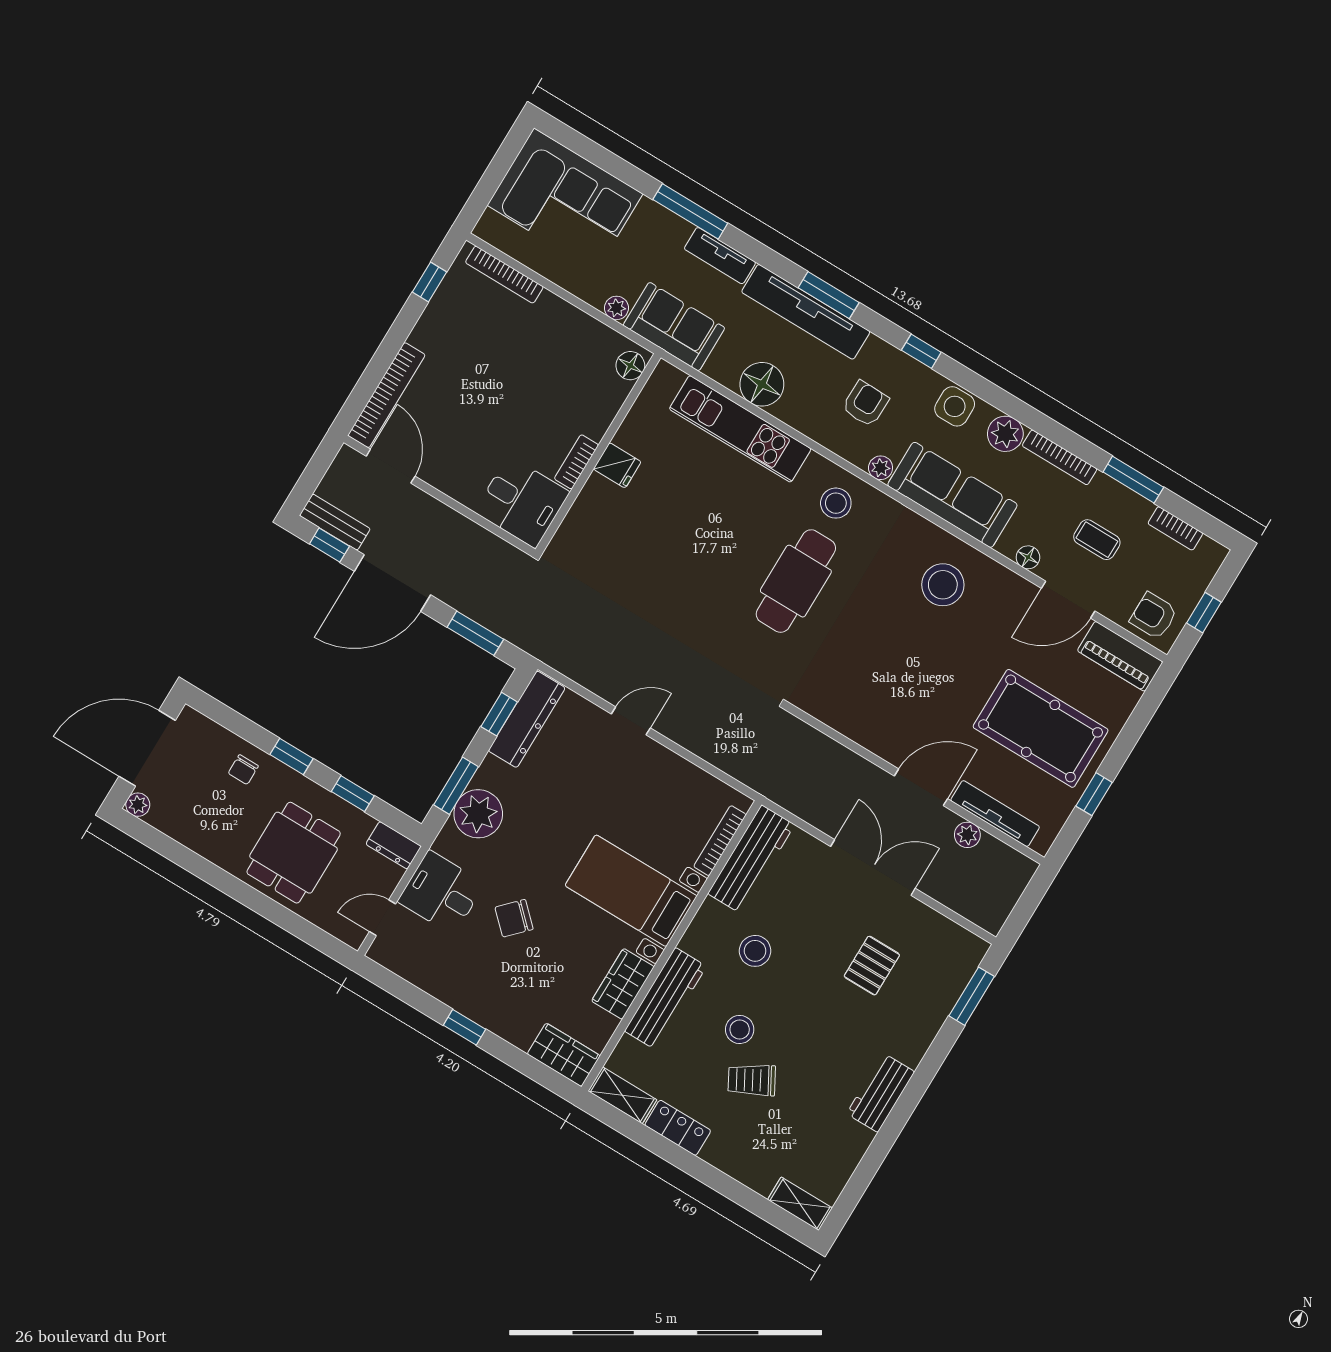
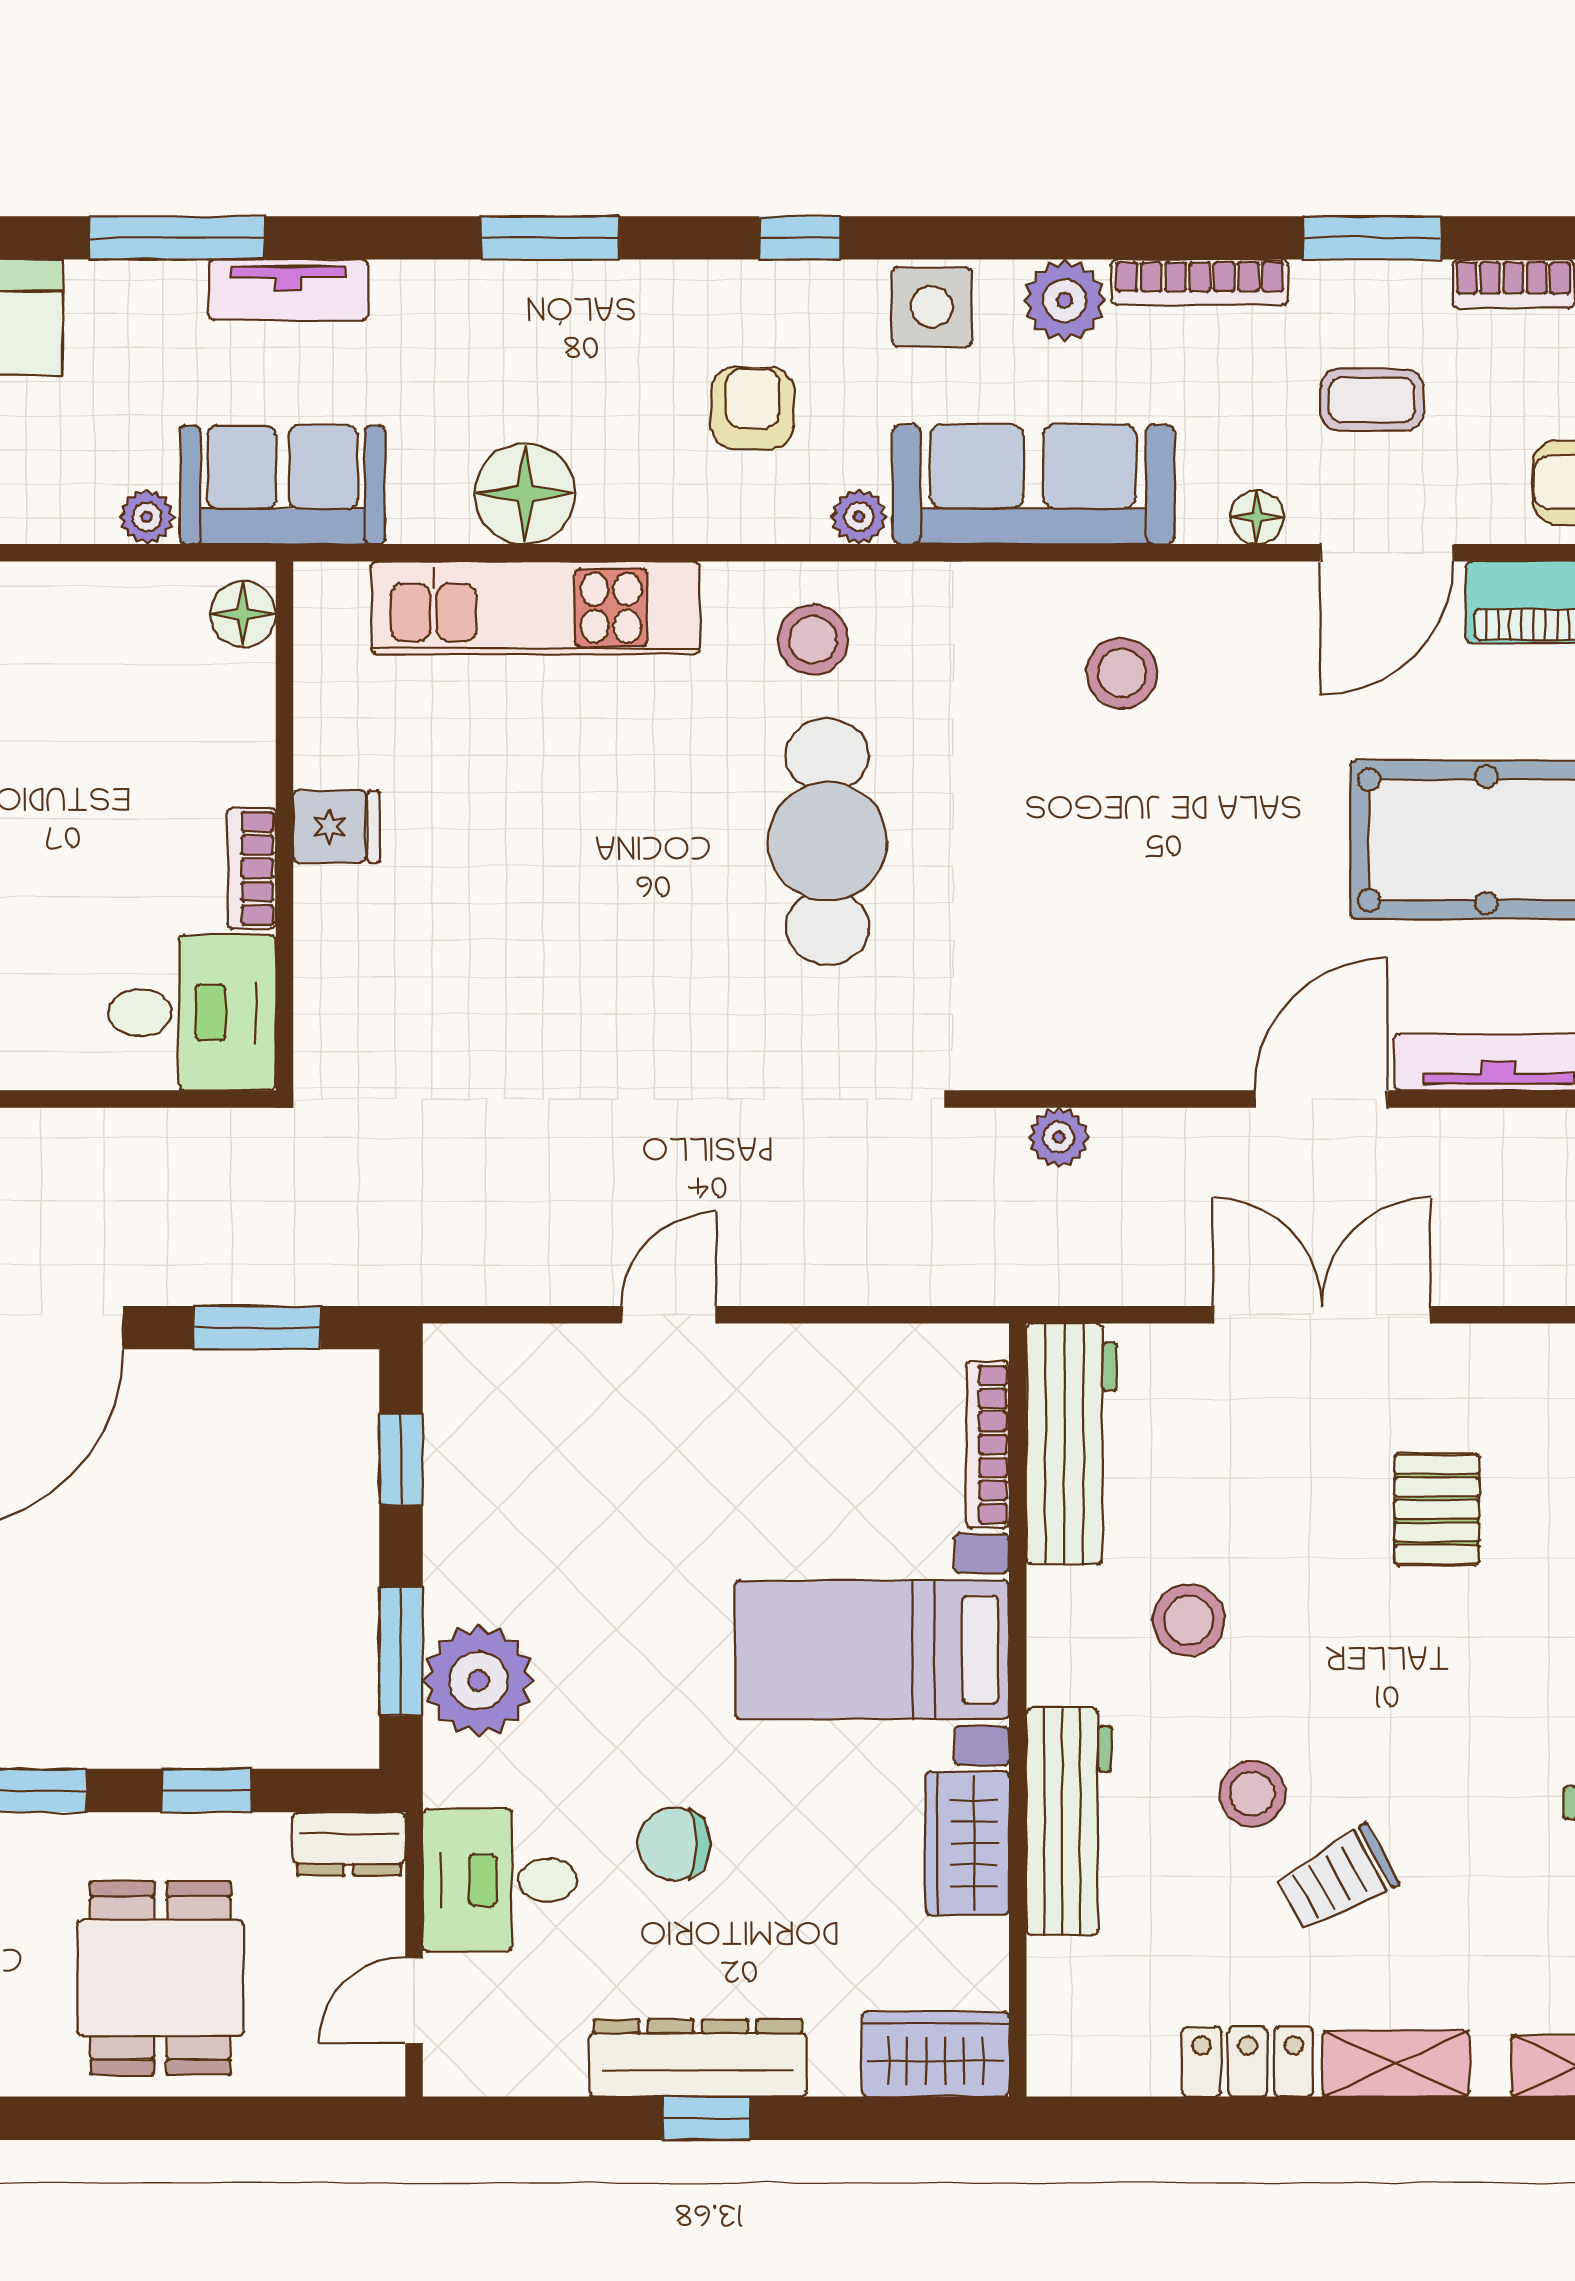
tv unit: (806, 312) -> (525, 298), removed
stool: (943, 585) -> (1122, 673), width x0.73, depth x0.73
dresser: (527, 719) -> (698, 2058), moved, turned -90
plant: (967, 835) -> (1059, 1137), moved
chair: (514, 918) -> (674, 1844), turned 46
shelving: (622, 1095) -> (1396, 2064), moved

